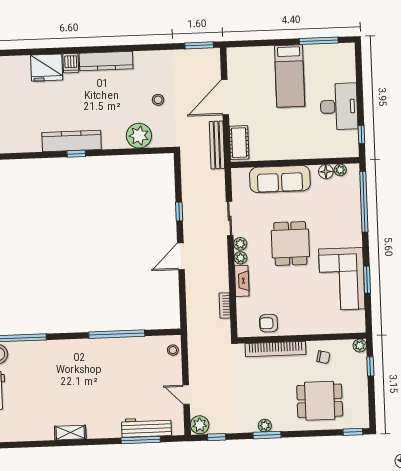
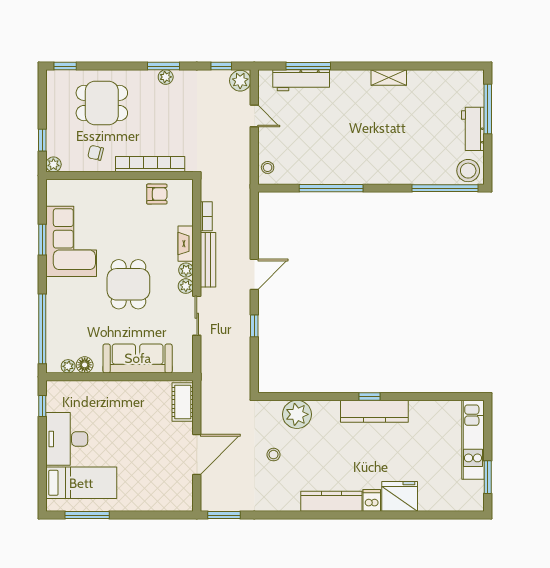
bed: (290, 76) -> (81, 483), moved, turned 90
bench: (217, 145) -> (208, 260), moved

